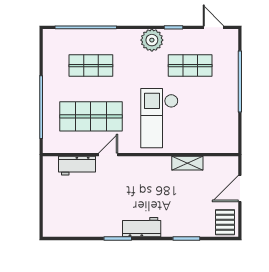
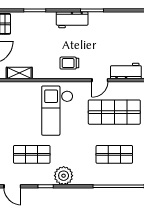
checkout: (159, 118) -> (57, 111), turned 180
shelving: (187, 163) -> (19, 73), moved
trolley: (145, 175) -> (69, 63), added

